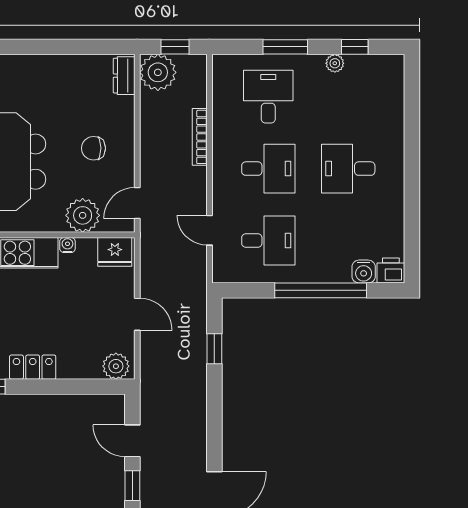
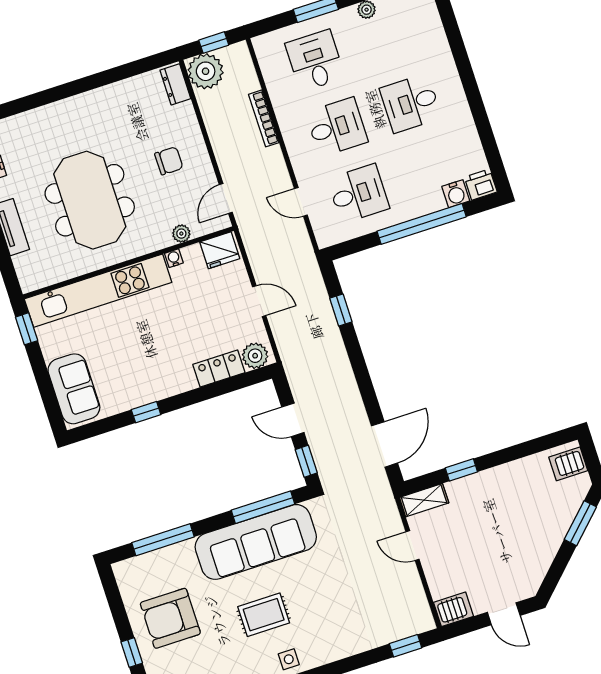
chair: (93, 148) -> (169, 161), turned 180
plant: (83, 215) -> (181, 234), width x0.53, depth x0.53
locker: (33, 367) -> (219, 368), moved

